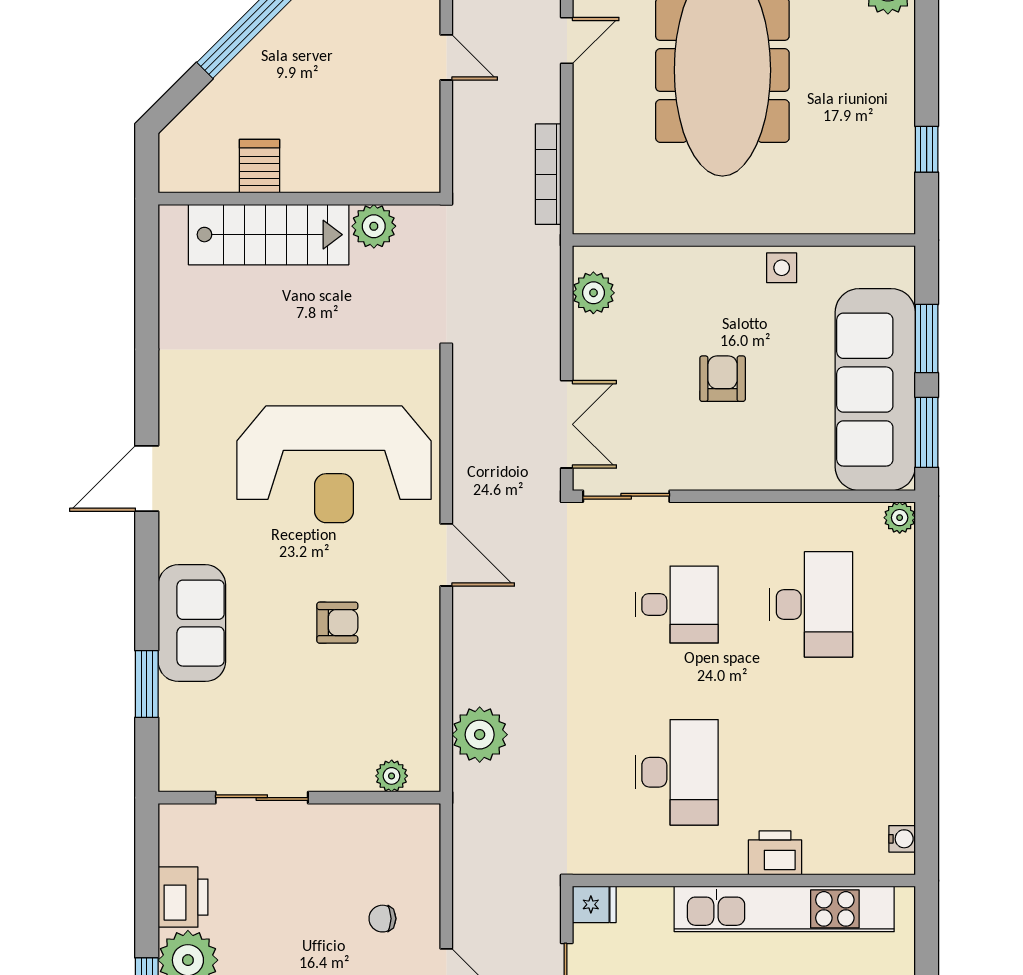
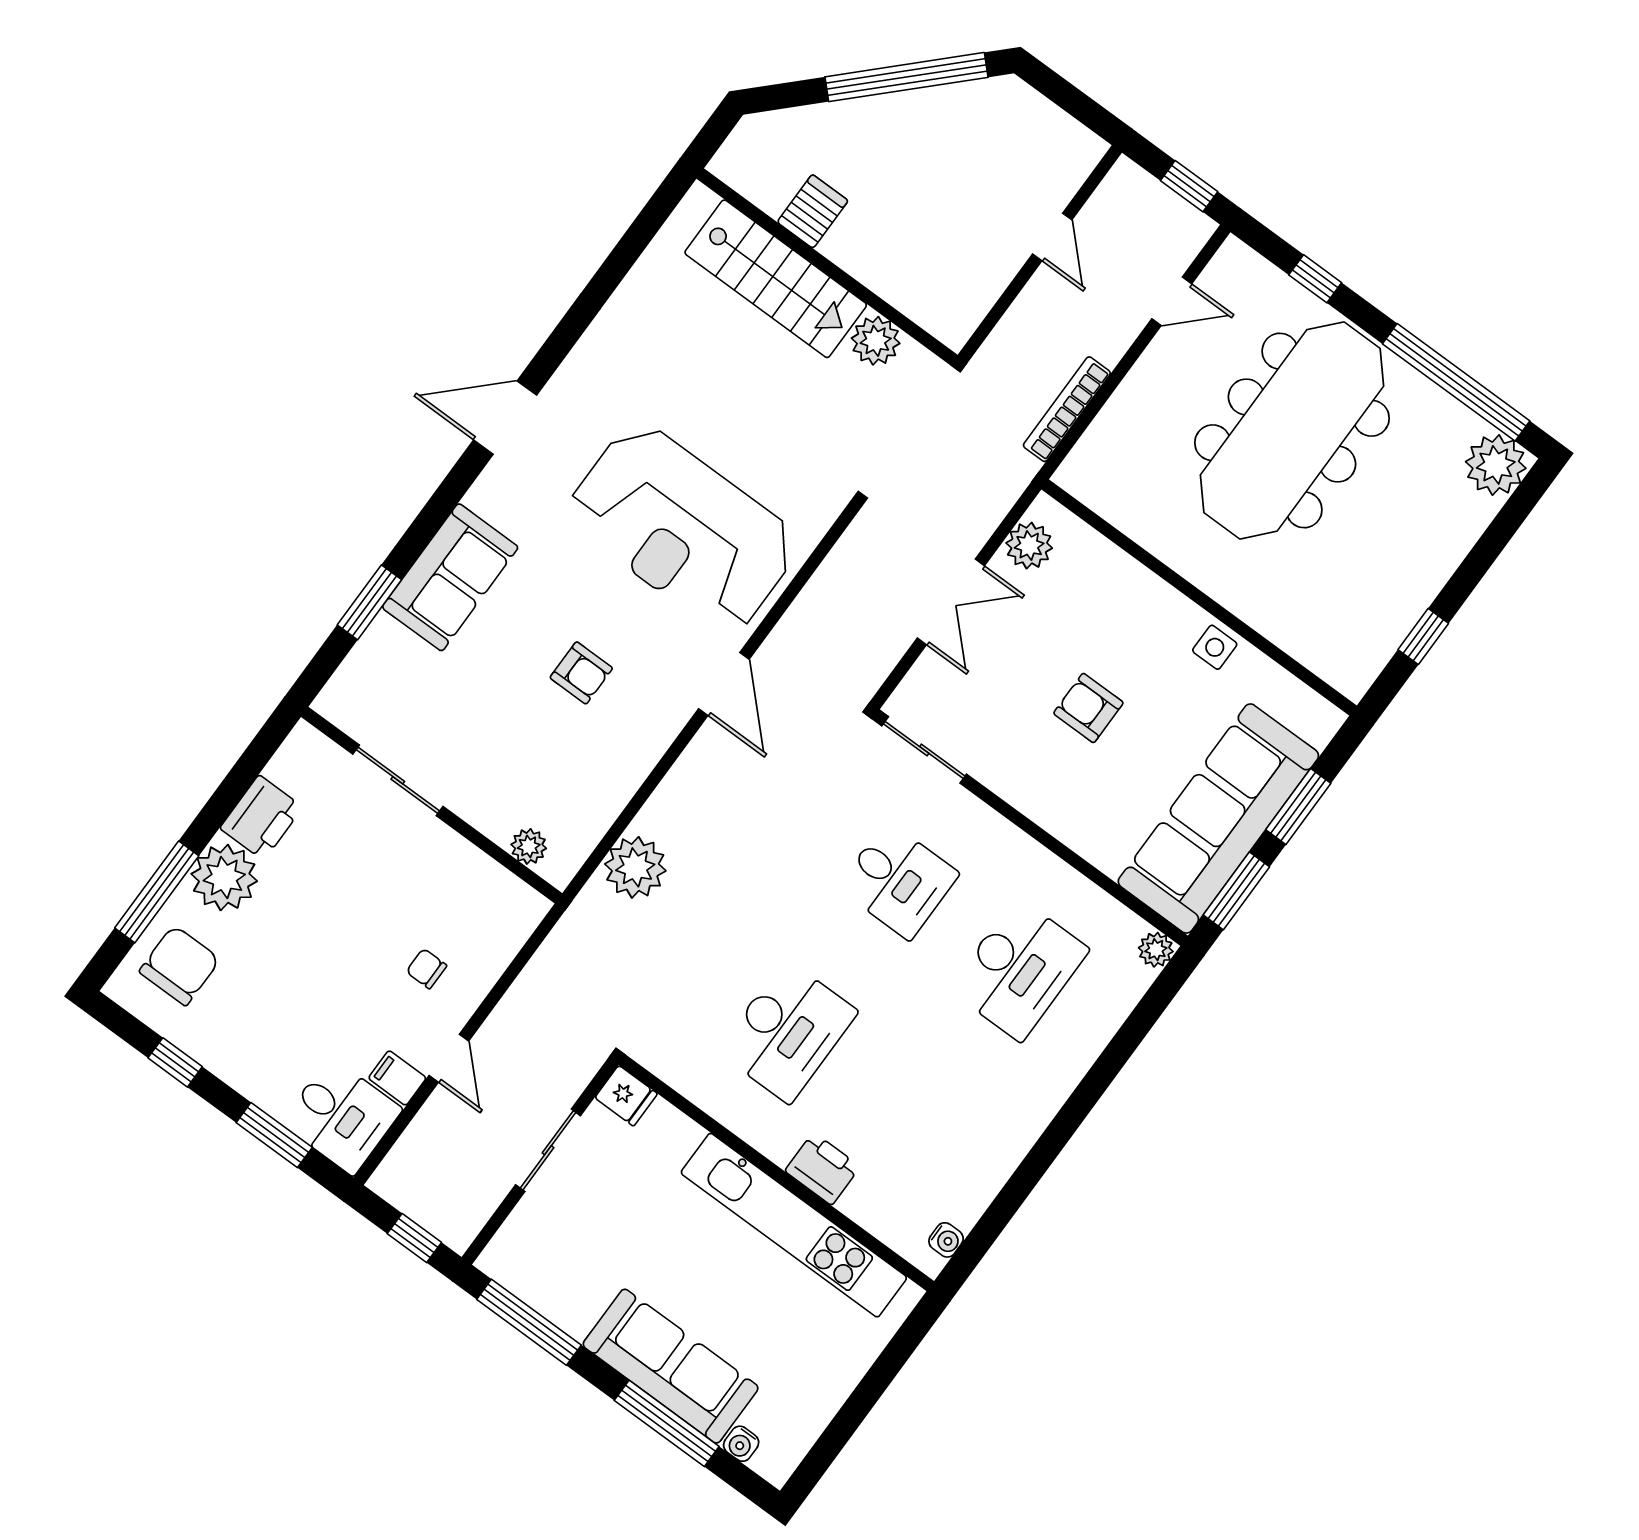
armchair: (723, 379) -> (1088, 708), turned -90
double door: (567, 424) -> (951, 602), moved

